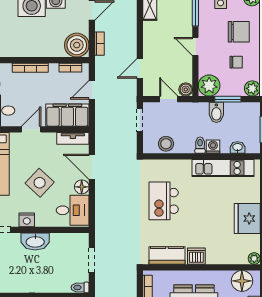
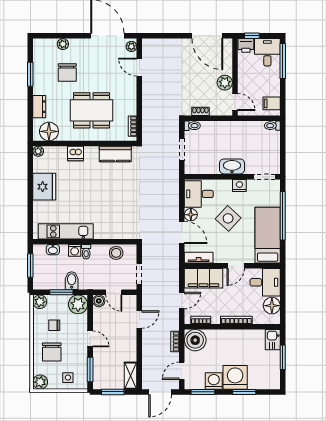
chair: (239, 32) -> (52, 352), turned -90
kitchen island: (164, 201) -> (118, 202), removed
dishwasher: (196, 256) -> (76, 153), moved

